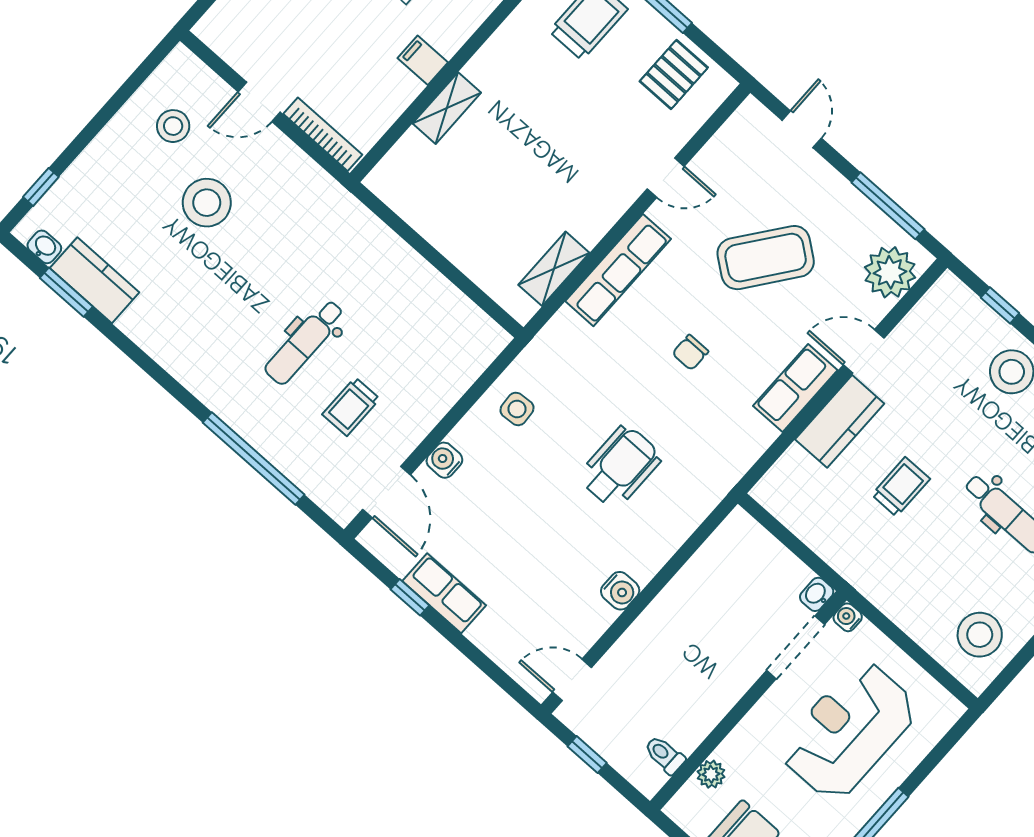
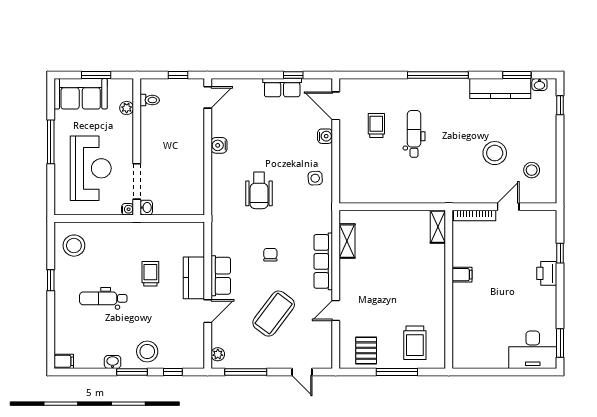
shelving: (447, 108) -> (438, 227), moved
plant: (890, 272) -> (218, 354), width x0.53, depth x0.53
kitchen counter: (95, 280) -> (500, 89), width x1.50
window: (254, 459) -> (438, 75), moved
trolley: (901, 487) -> (150, 274), turned 180

